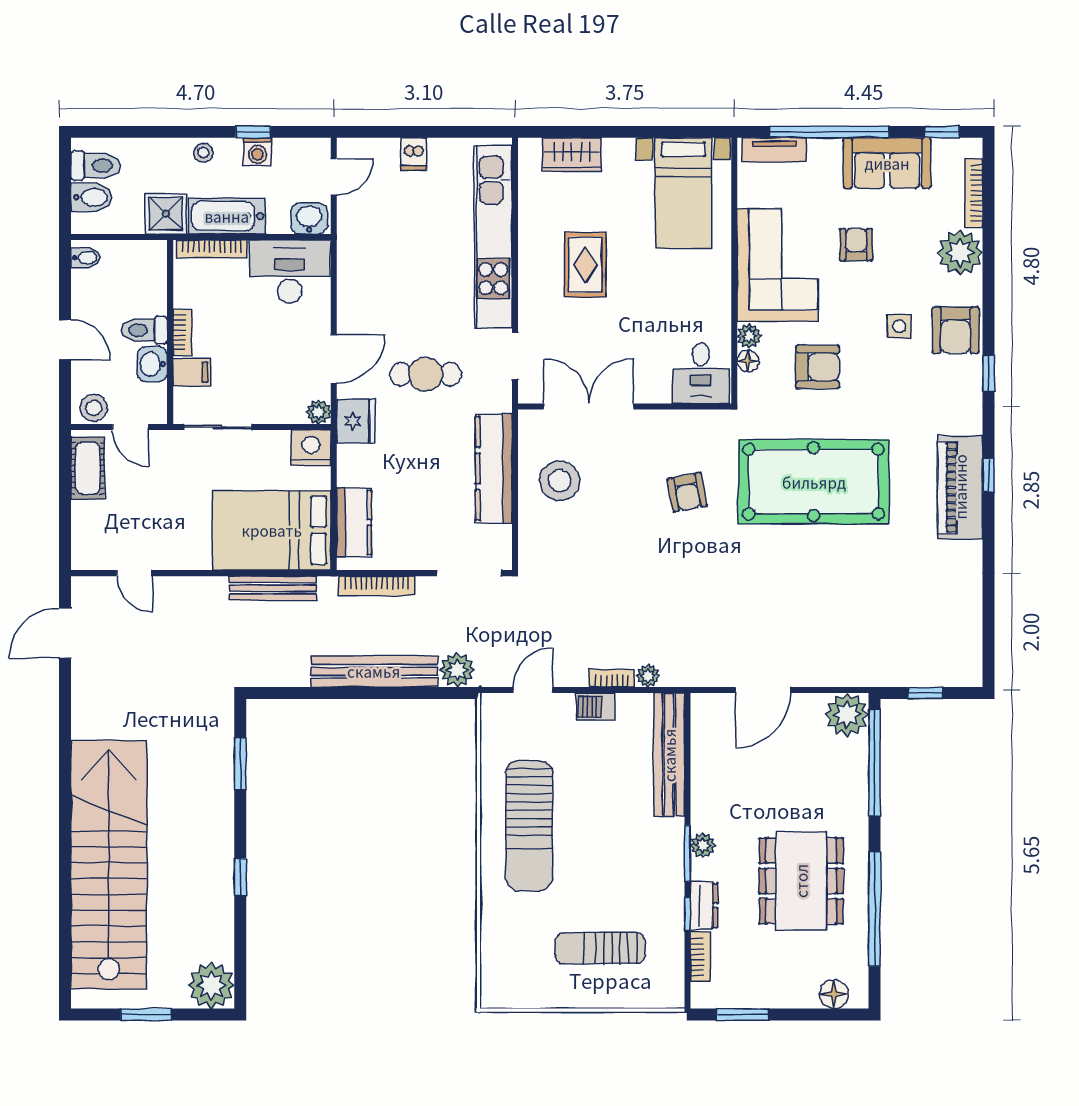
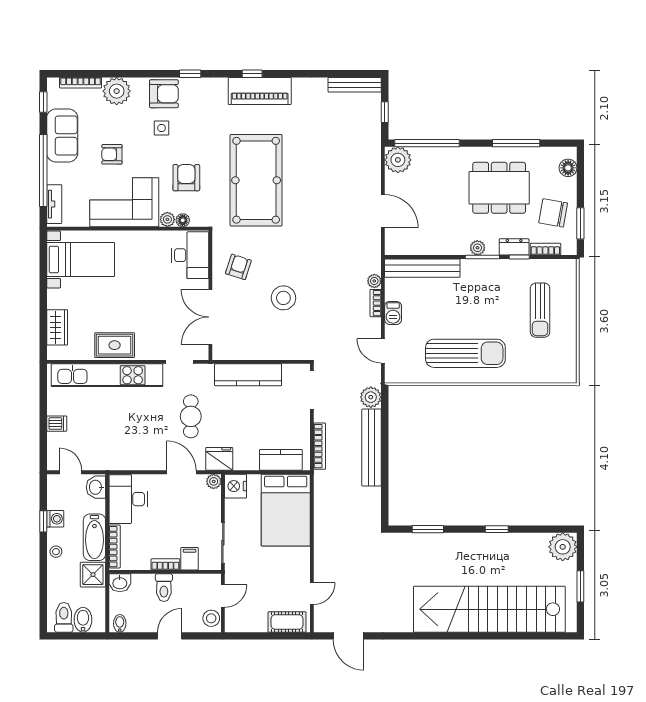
rug: (585, 265) -> (115, 345), moved
washbasin: (152, 364) -> (120, 583), moved
desk: (701, 373) -> (190, 255), width x1.37
cot: (88, 468) -> (287, 622), moved
stool: (560, 481) -> (283, 298), moved
armchair: (687, 492) -> (238, 267), moved, turned -61
bench: (273, 588) -> (355, 85), moved, turned 90
window: (874, 909) -> (516, 143), width x0.68
chair: (760, 970) -> (553, 213), added

